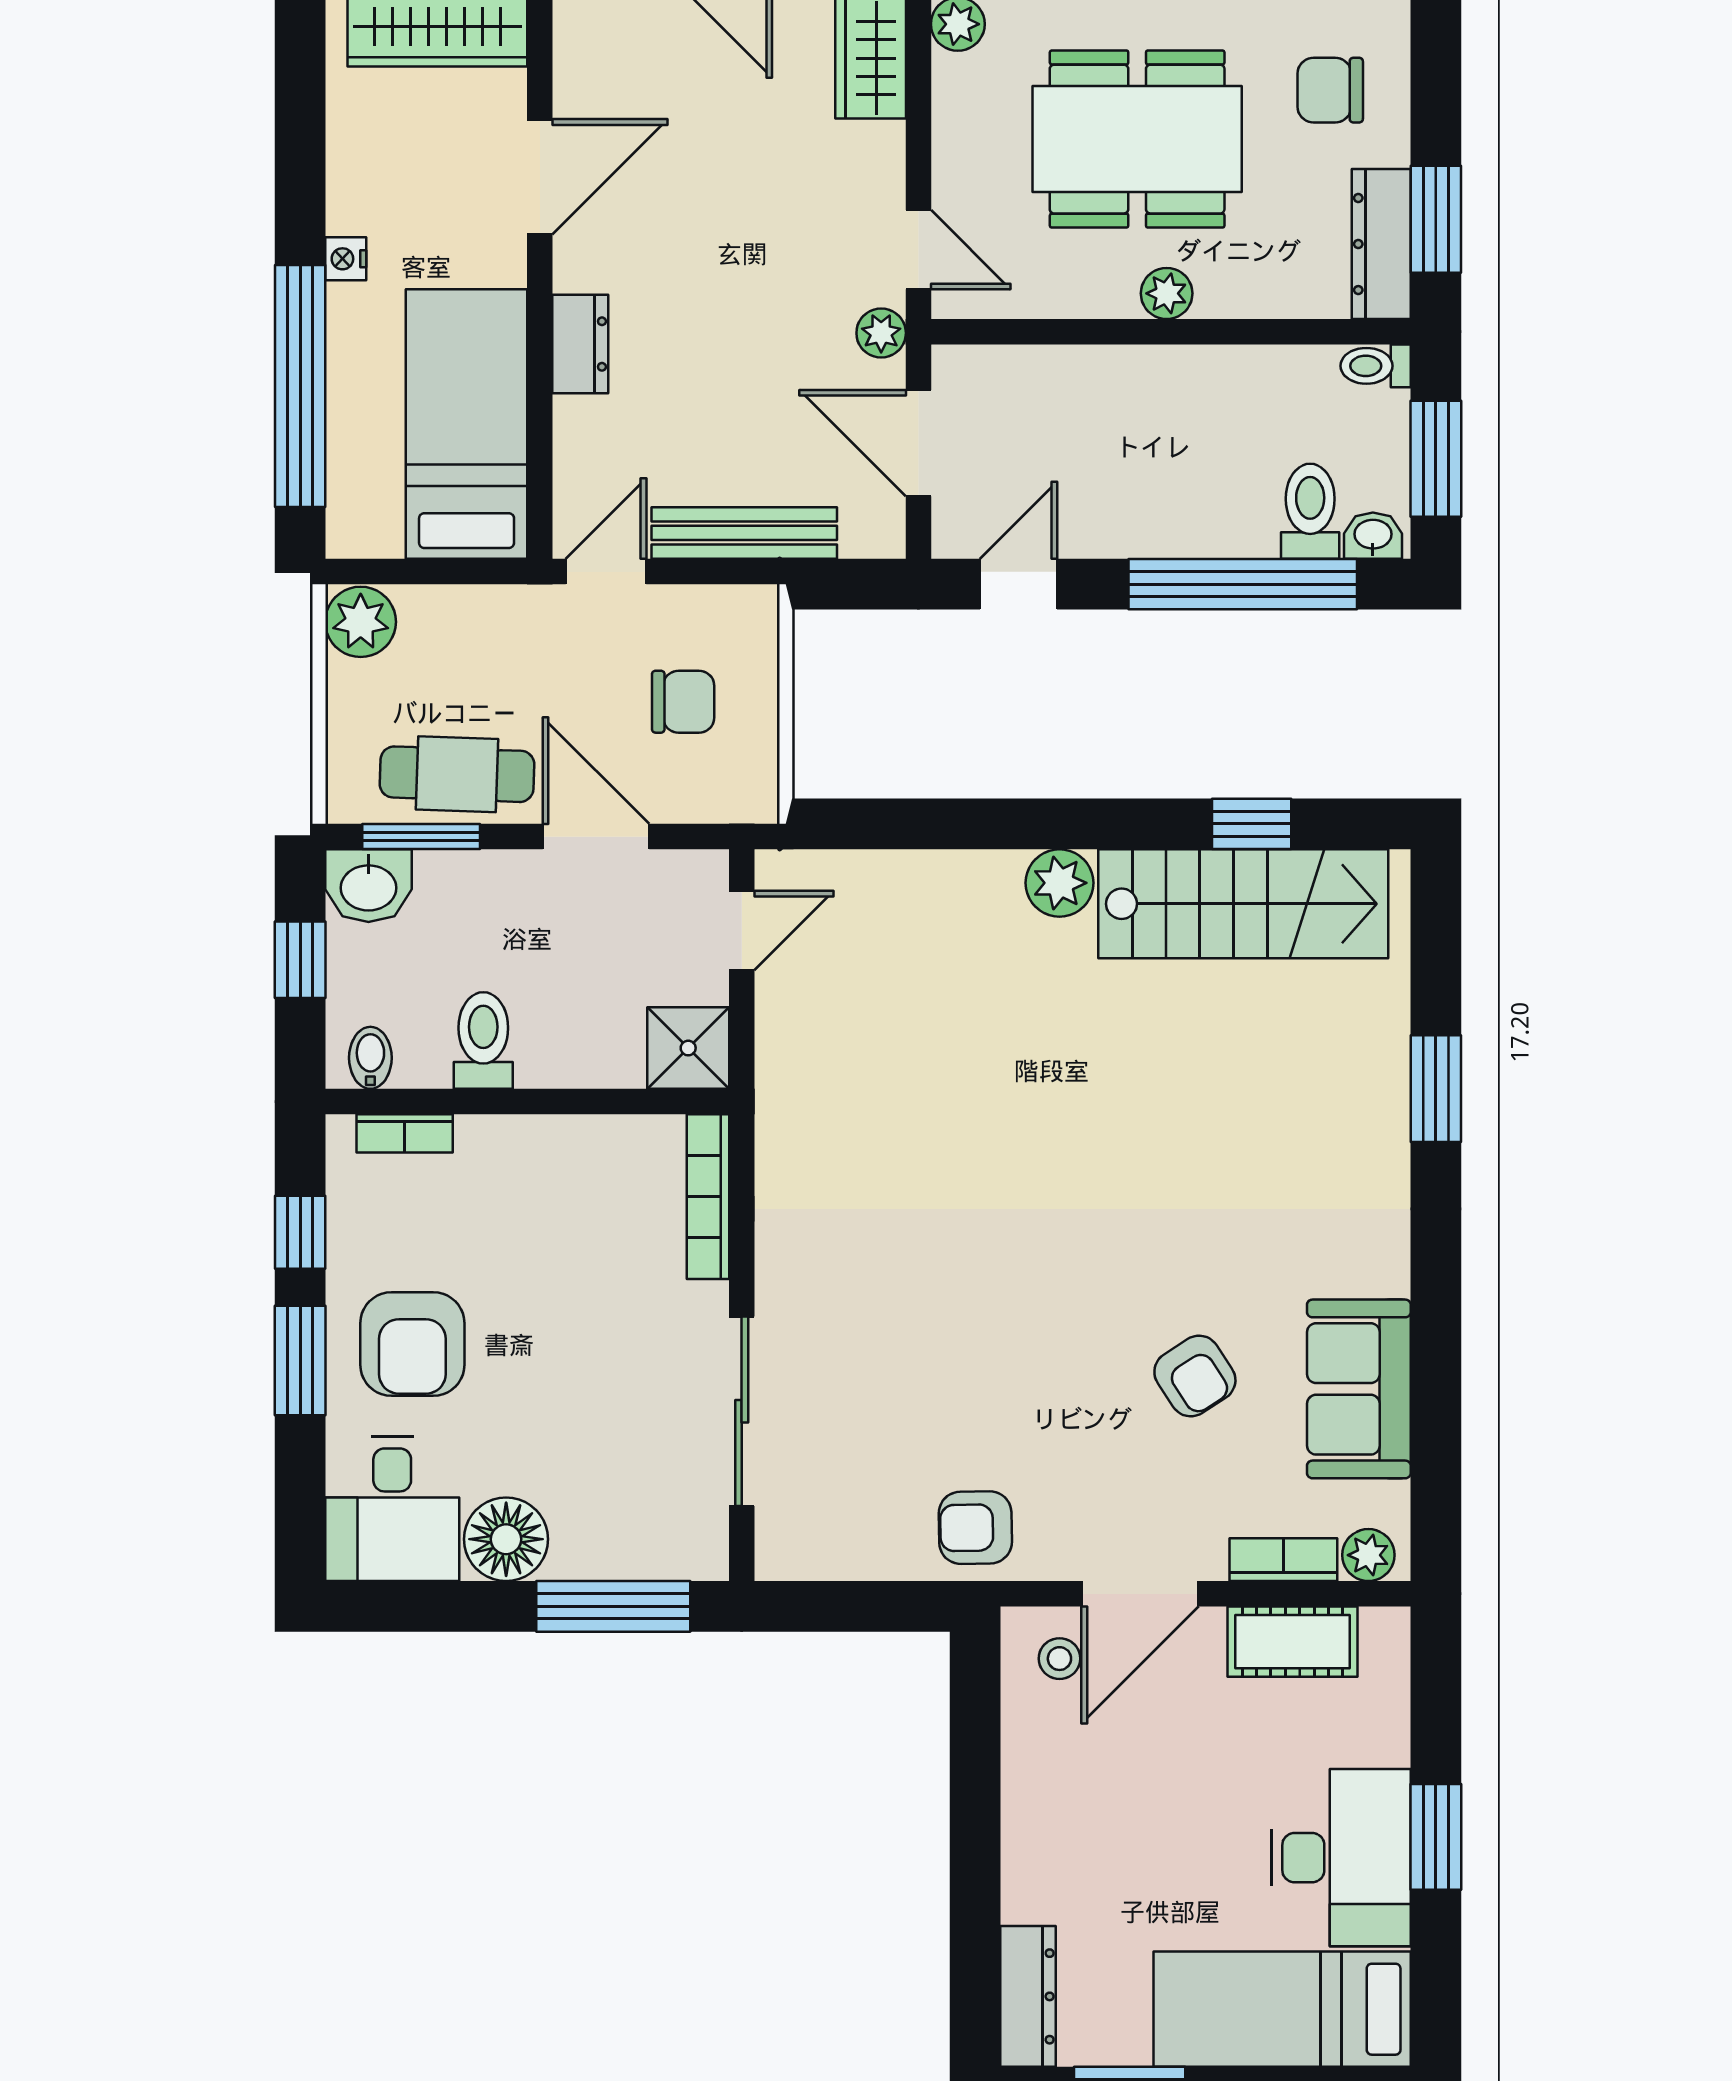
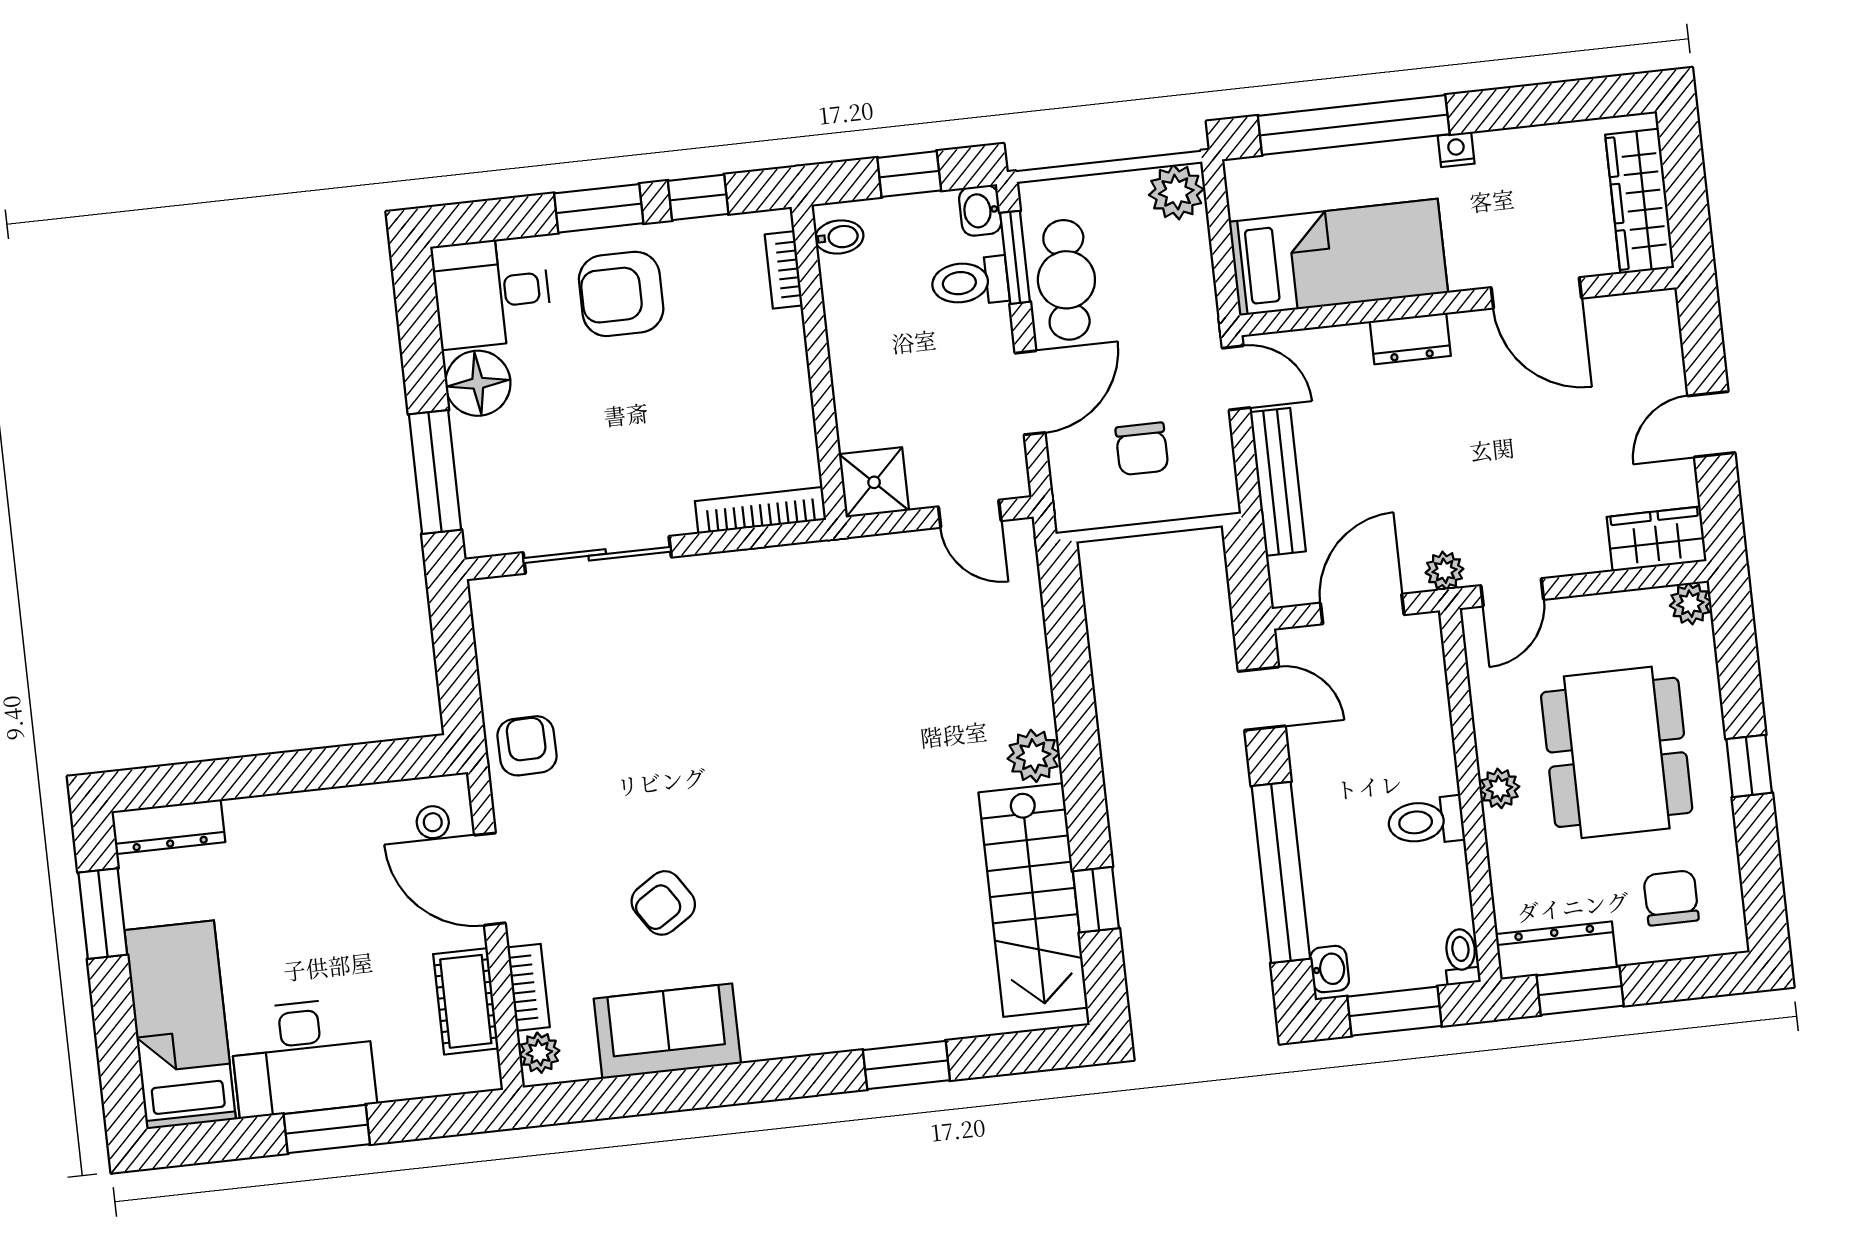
toilet: (1310, 511) -> (1426, 821), moved, turned 180
washbasin: (368, 886) -> (980, 211), width x0.72, depth x0.69
toilet: (483, 1040) -> (970, 282), moved, turned 180

